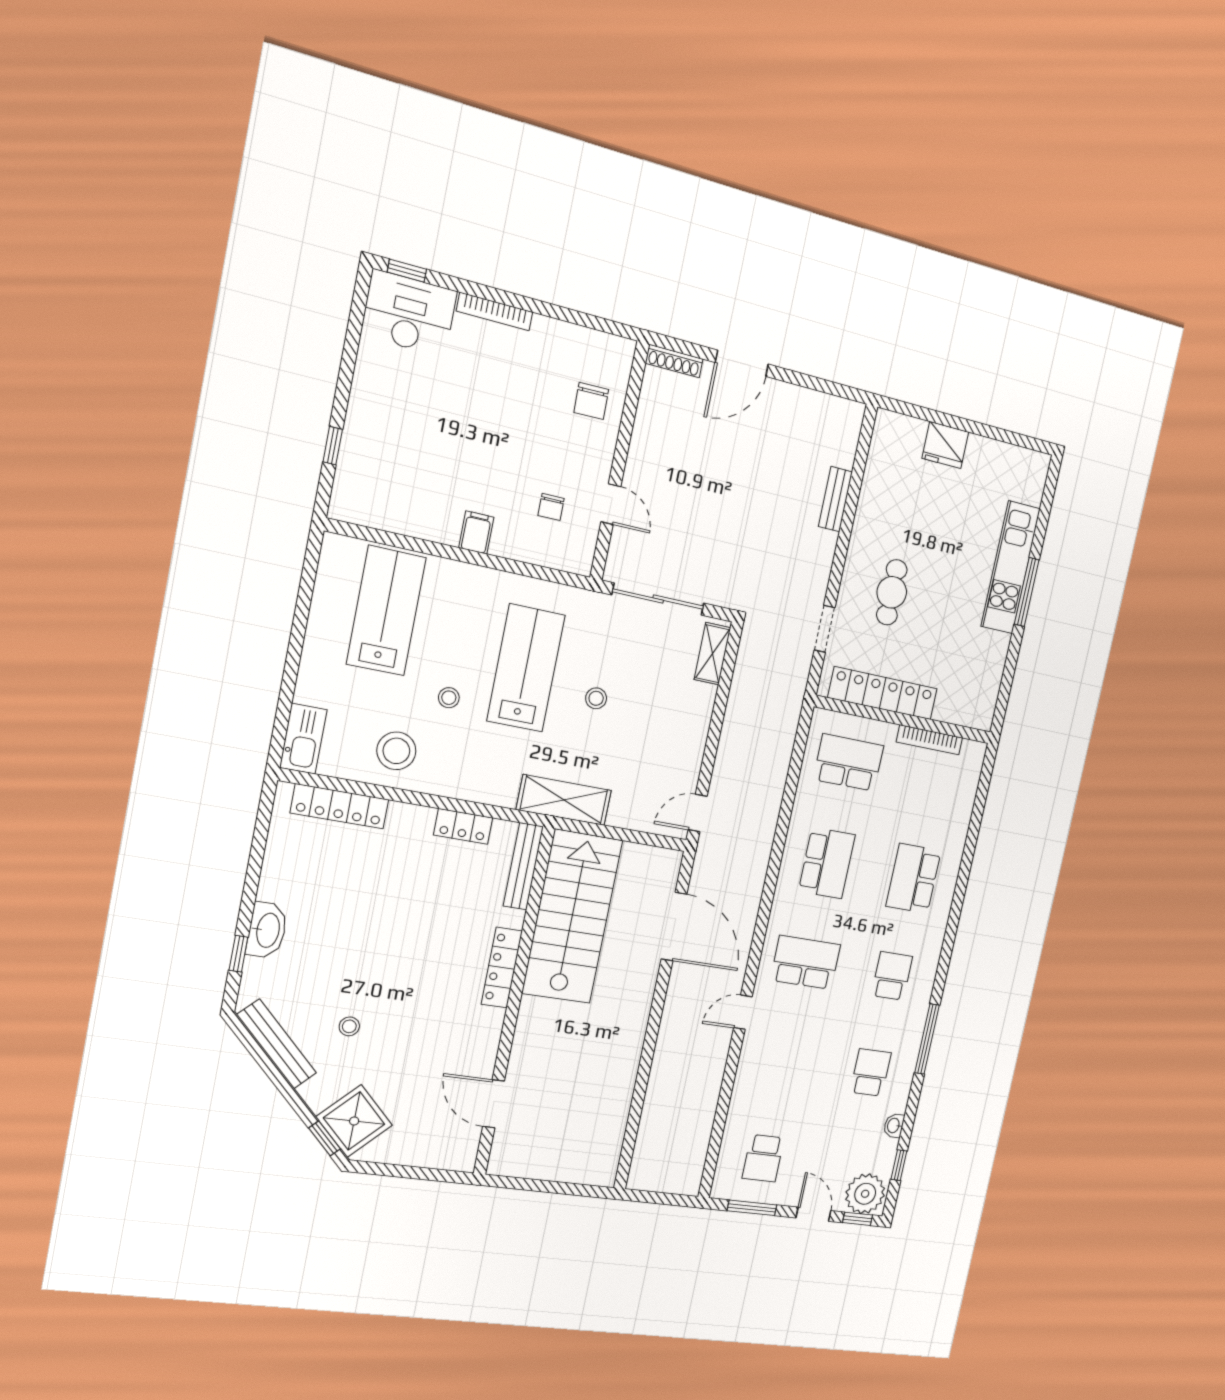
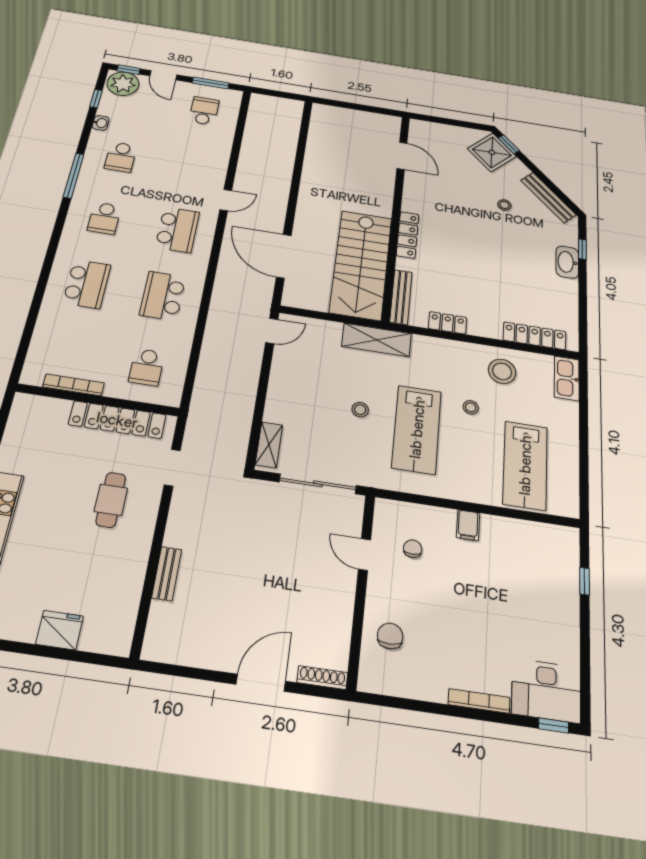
school desk: (849, 763) -> (147, 367), width x0.54
school desk: (805, 962) -> (177, 230), turned -90

